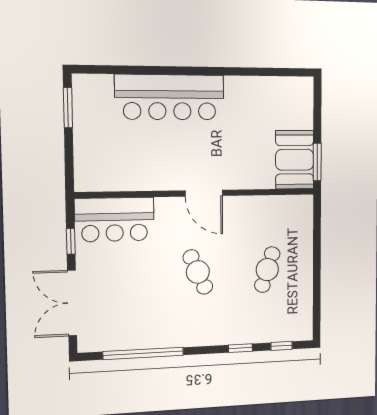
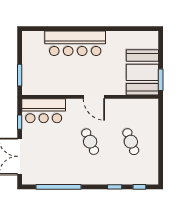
window: (68, 108) -> (20, 75), moved
booth: (295, 160) -> (142, 72), width x1.36, depth x1.42
cafe table: (267, 270) -> (131, 142), turned -39

